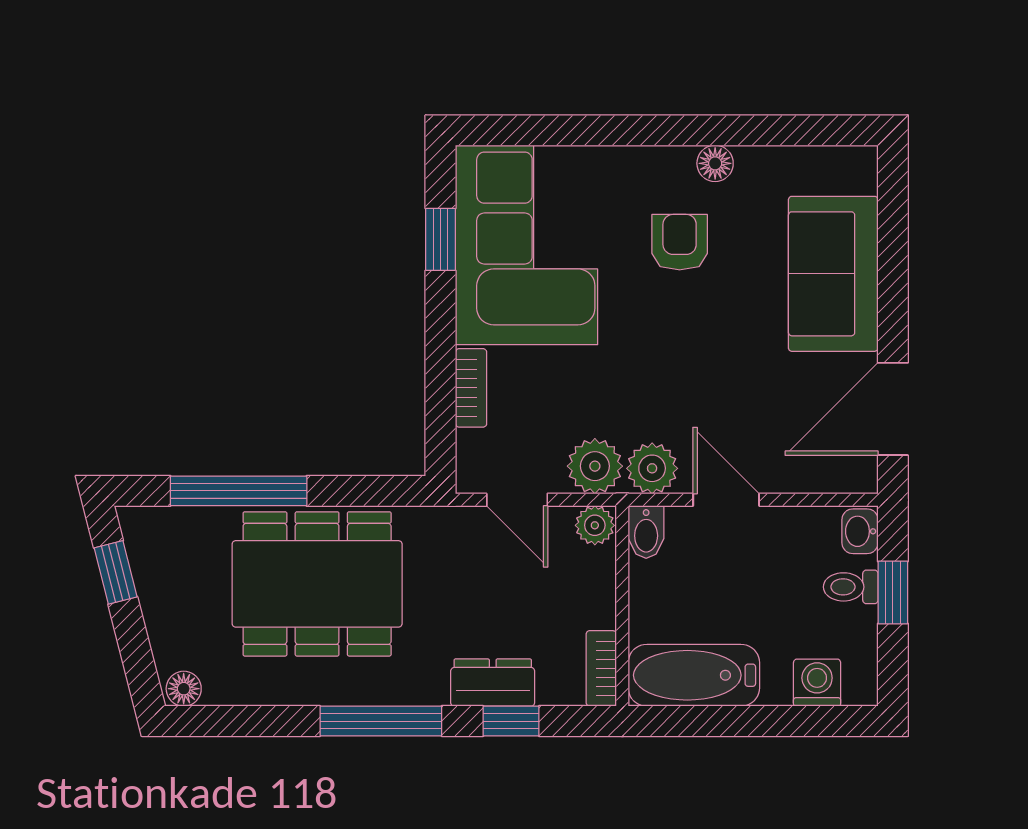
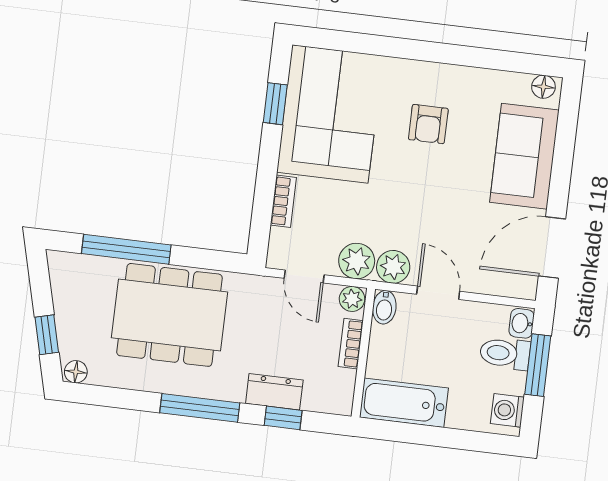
floor lamp: (715, 163) -> (543, 87), moved
armchair: (680, 242) -> (428, 124), turned 180
window: (116, 572) -> (47, 335), moved
toilet: (851, 587) -> (505, 353), width x1.37, depth x1.39
window: (893, 593) -> (538, 365), width x1.50
bookcase: (601, 668) -> (351, 344), moved
washing machine: (817, 683) -> (507, 410), moved, turned -90

